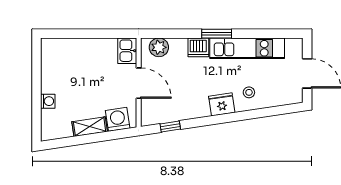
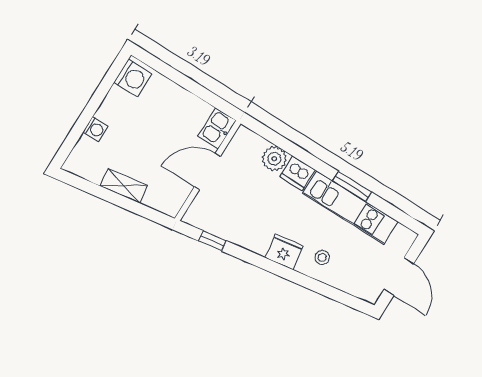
window: (217, 34) -> (352, 186), moved
plant: (159, 47) -> (274, 159), moved
door: (139, 83) -> (207, 172), swing flipped
washing machine: (118, 119) -> (133, 78), moved, turned 98

